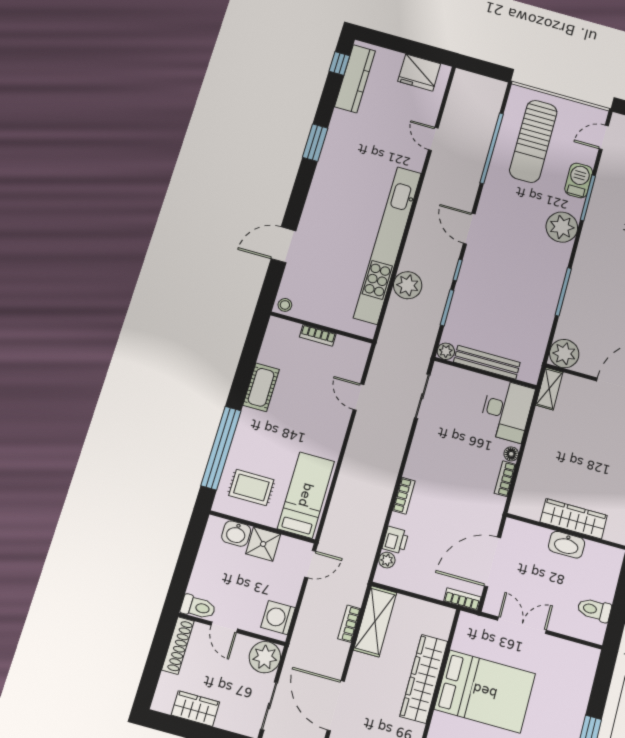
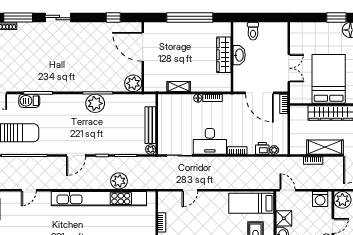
plant: (562, 227) -> (95, 103), moved
shelving: (549, 389) -> (179, 87), moved
desk: (507, 410) -> (210, 141), moved, turned 180
toilet: (594, 610) -> (253, 31), moved
shelving: (375, 621) -> (325, 147), moved
double door: (522, 625) -> (289, 68), swing flipped

